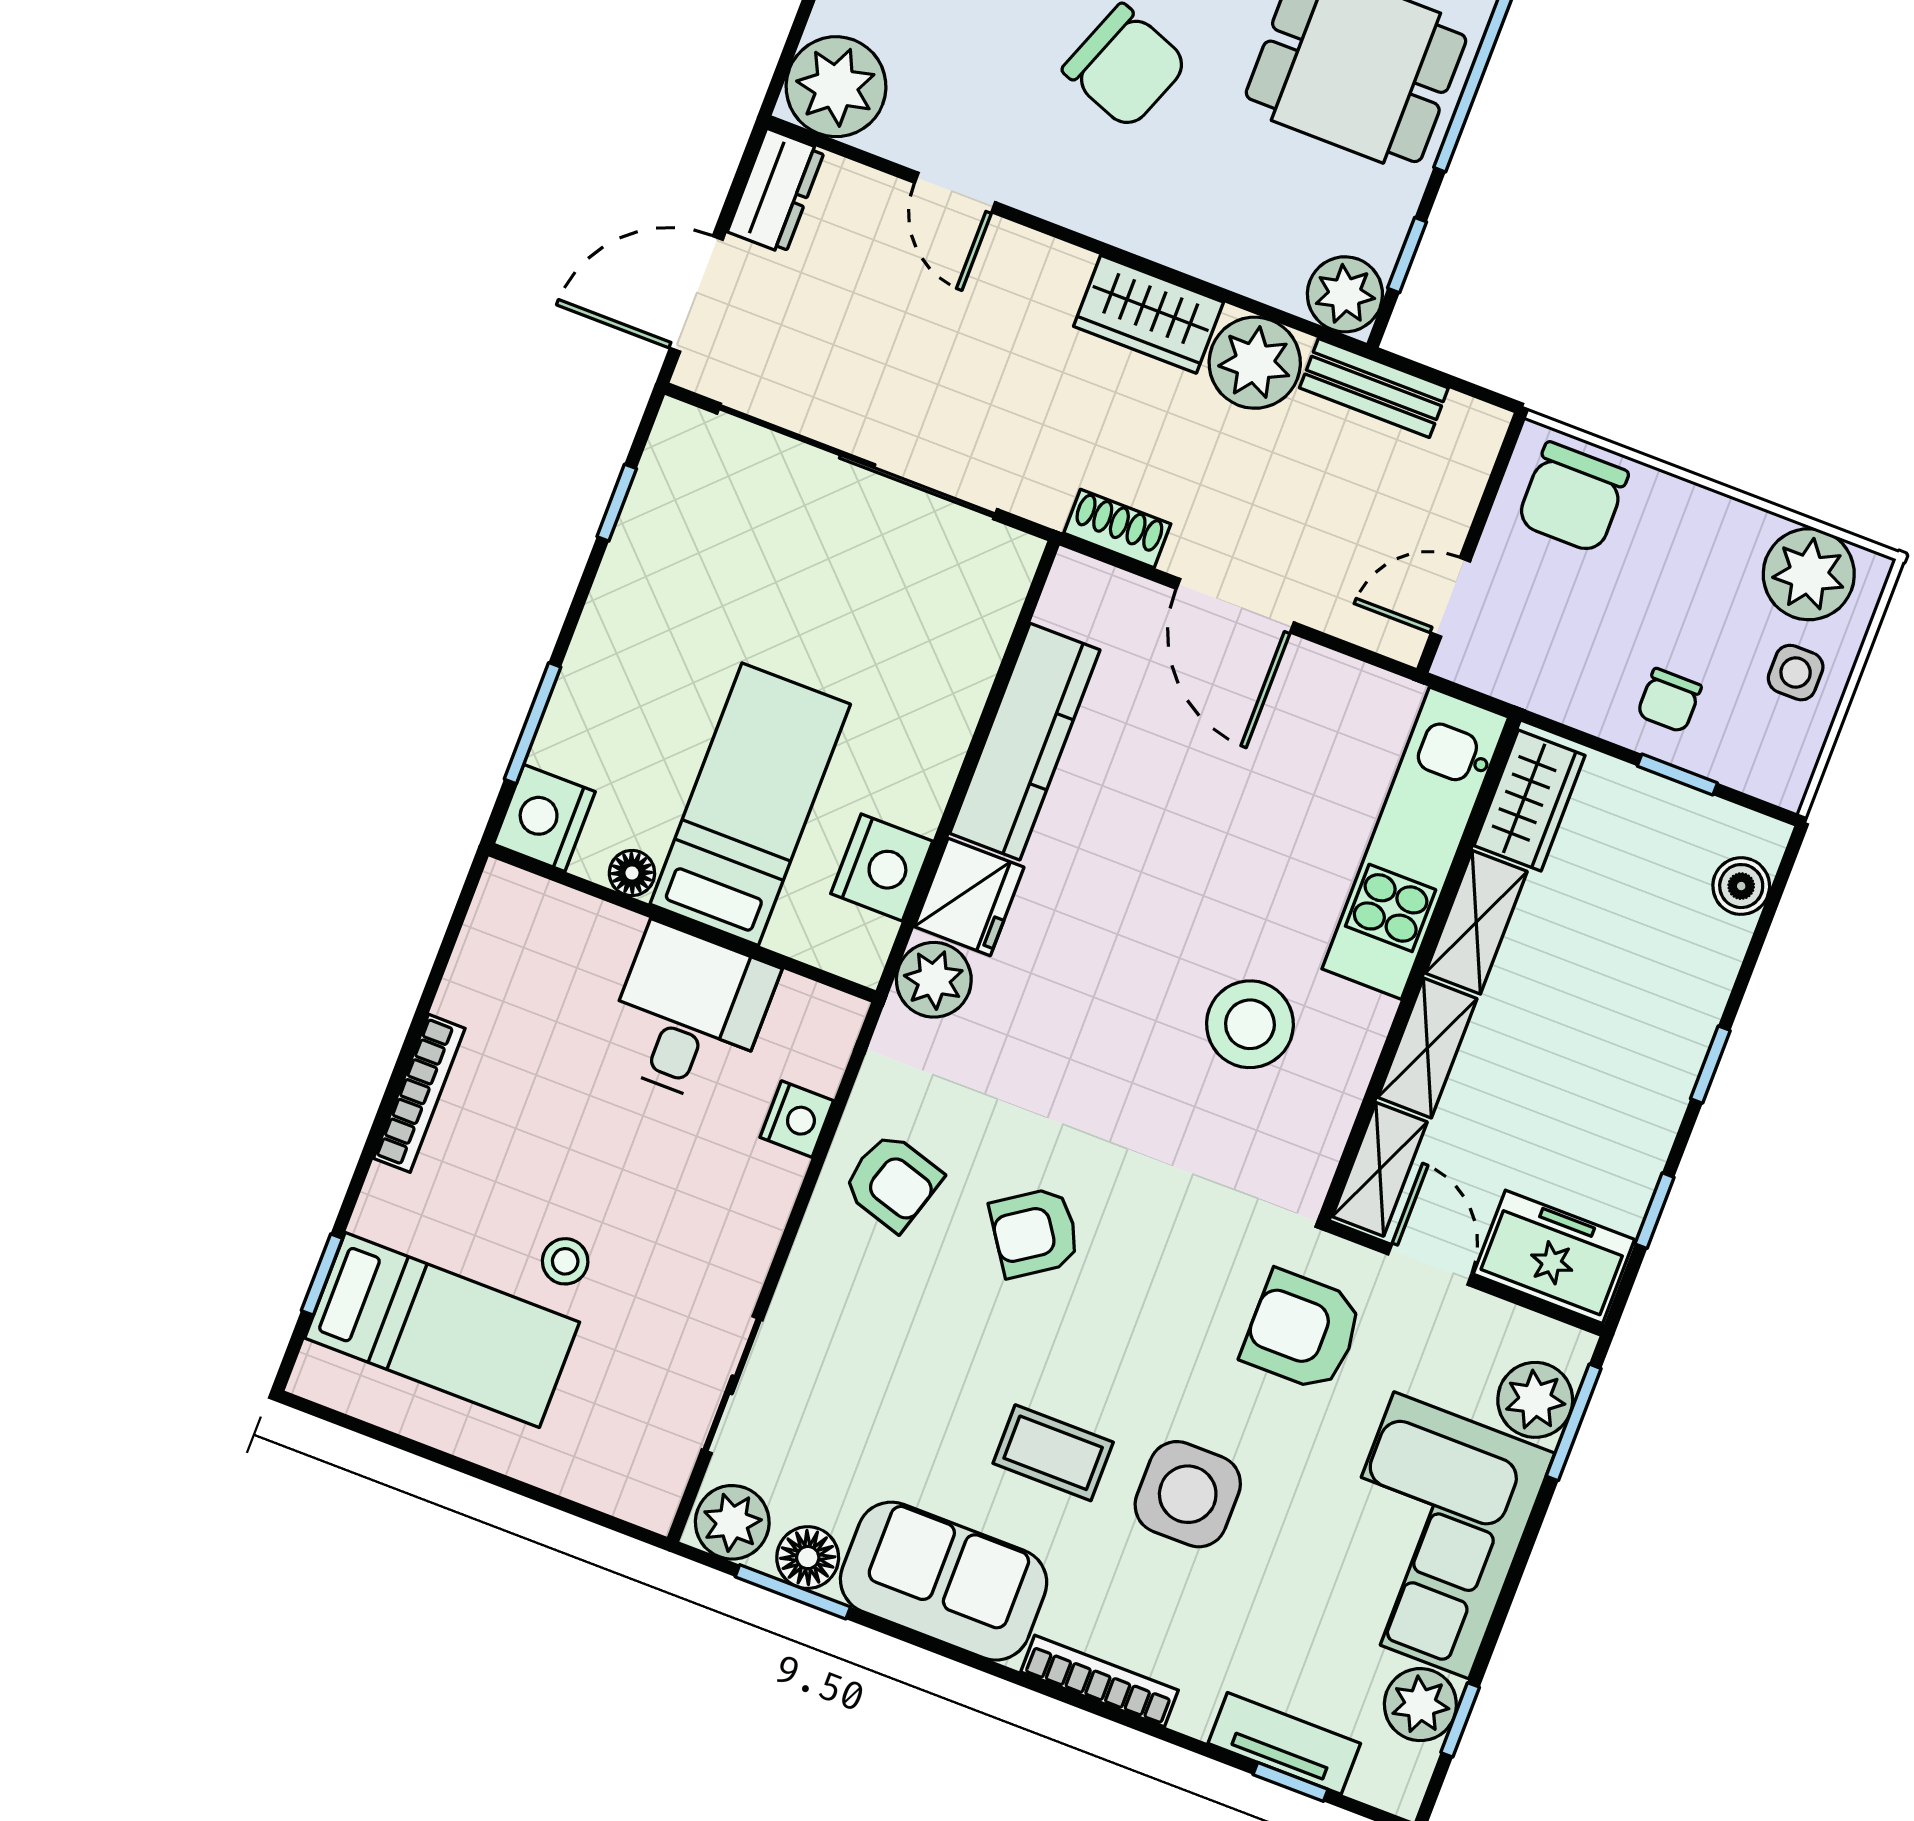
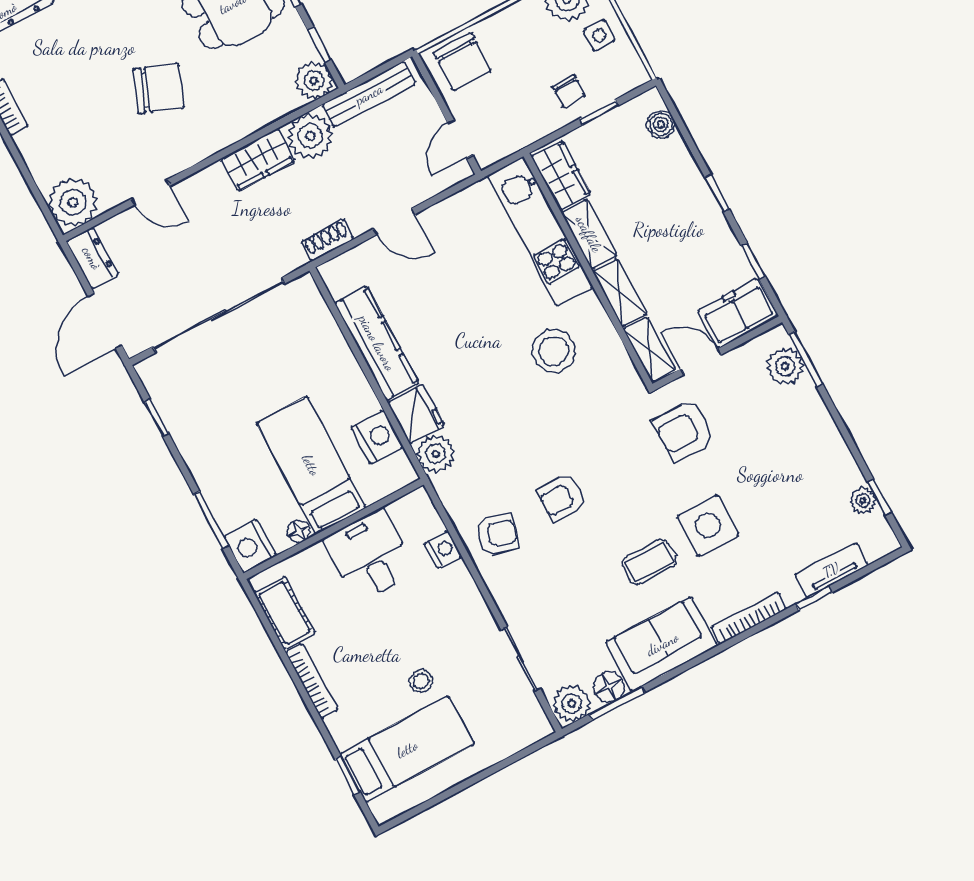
bench: (1374, 388) -> (369, 94), width x1.36
door: (1235, 606) -> (394, 222), width x0.73
cot: (488, 960) -> (284, 613), added
armchair: (1035, 1232) -> (562, 498), turned 34
corner sofa: (1431, 1535) -> (802, 448), removed
plant: (1420, 1705) -> (863, 501), width x0.73, depth x0.73
window: (1290, 1782) -> (814, 598), moved

